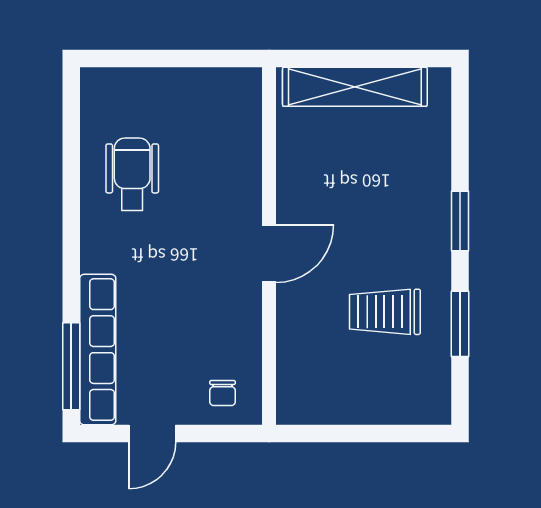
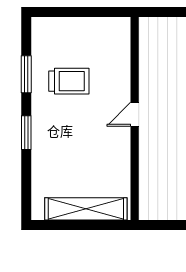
door: (269, 254) -> (135, 114), width x0.73
chair: (223, 393) -> (161, 35), removed

